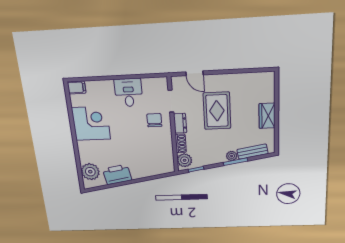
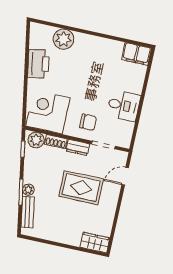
filing cabinet: (77, 87) -> (137, 54), width x2.00
wardrobe: (267, 116) -> (95, 243), moved
corner desk: (91, 123) -> (48, 112), moved, turned 180
plant: (90, 172) -> (63, 39), moved

